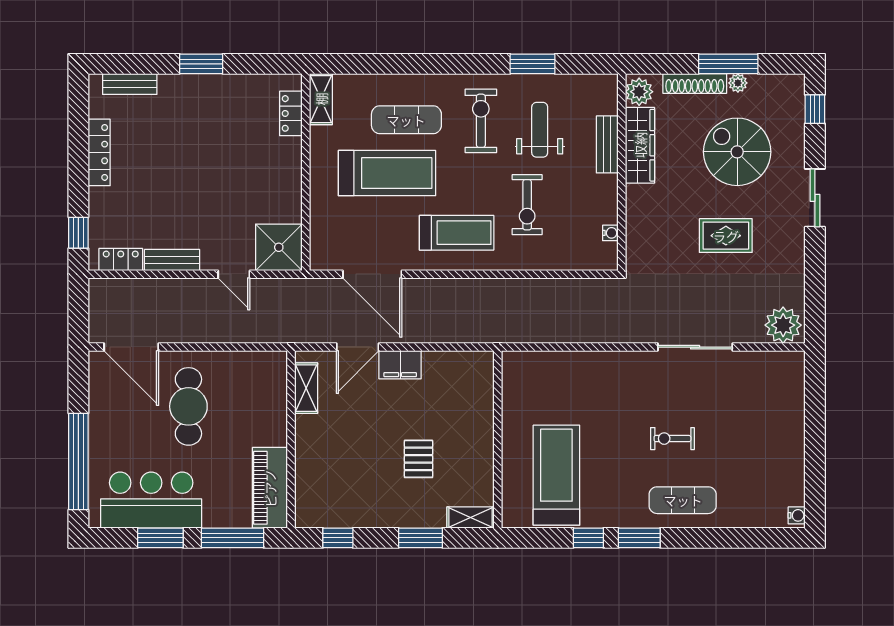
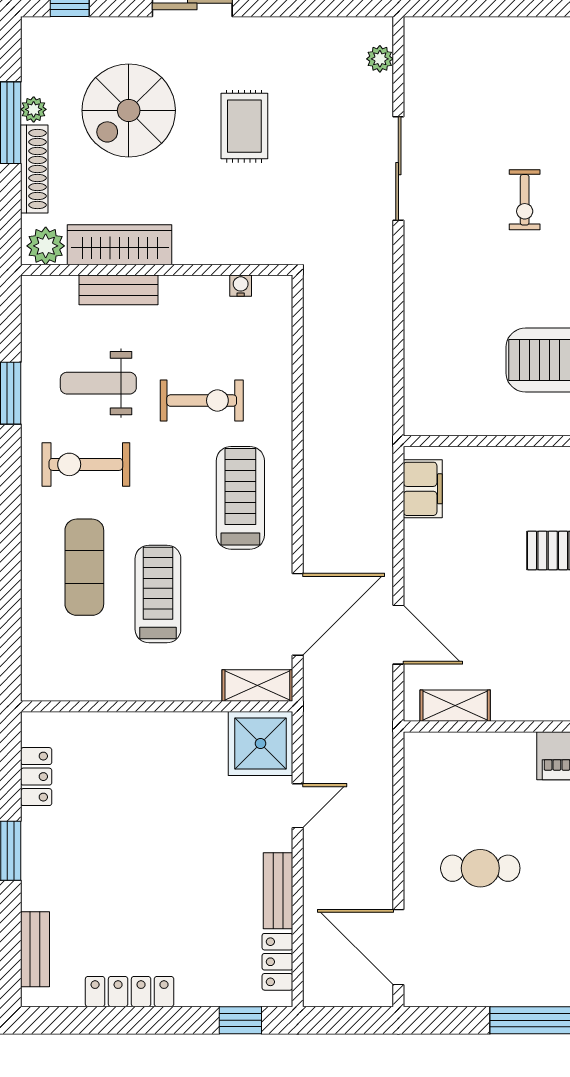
shelving: (321, 99) -> (257, 685), moved
locker: (291, 113) -> (36, 777), moved, turned -90
treadmill: (387, 173) -> (158, 594), width x0.73, depth x0.73
plant: (783, 325) -> (380, 59), width x0.53, depth x0.53
door: (131, 347) -> (398, 947), swing flipped
filing cabinet: (400, 365) -> (423, 489), moved
cafe table: (188, 406) -> (480, 868), width x0.73, depth x0.74

